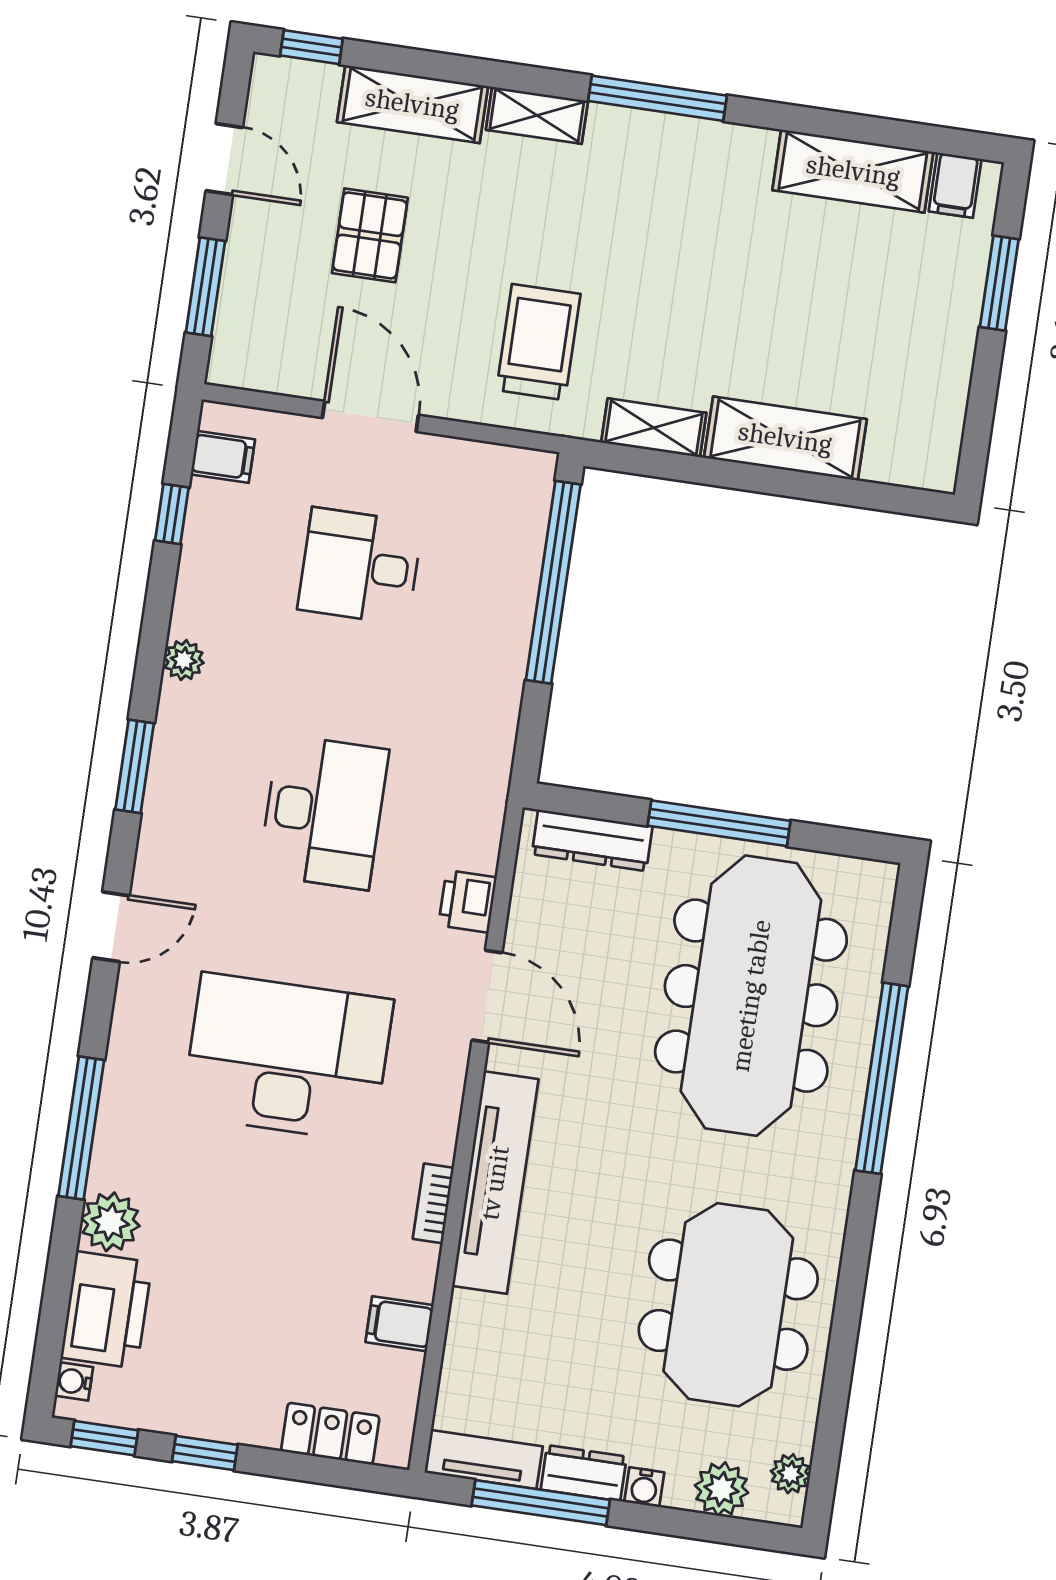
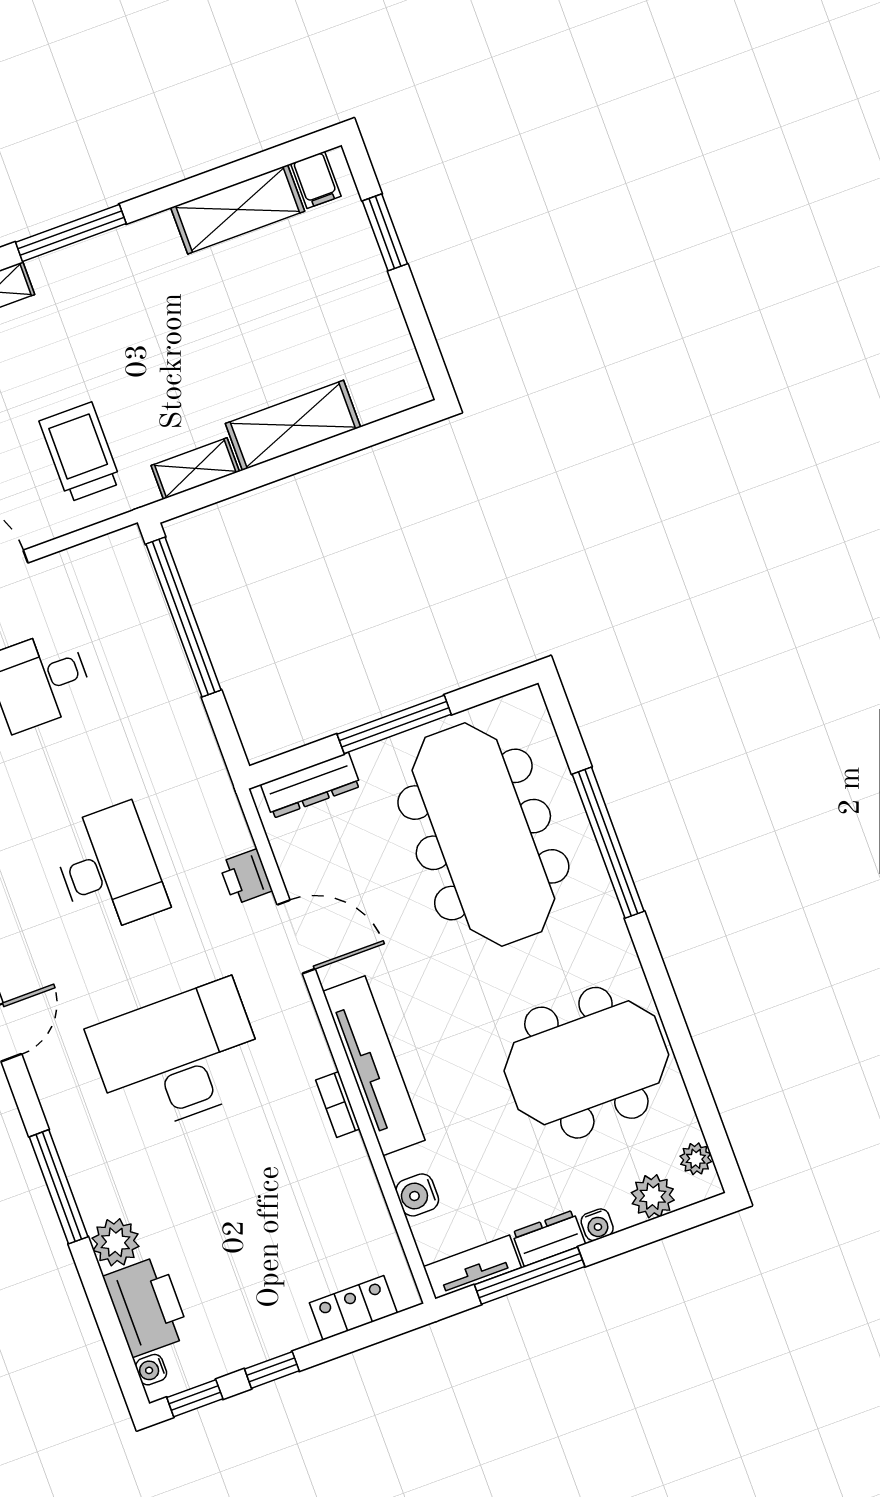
meeting table: (728, 1305) -> (586, 1063), turned 90
filing cabinet: (400, 1324) -> (360, 1203), removed
water cooler: (466, 1349) -> (417, 1195), added

